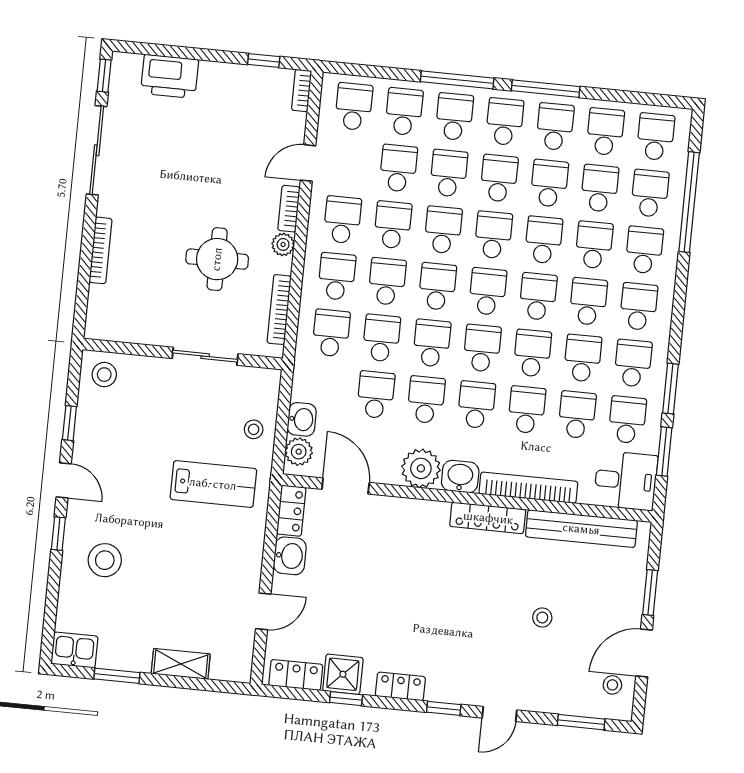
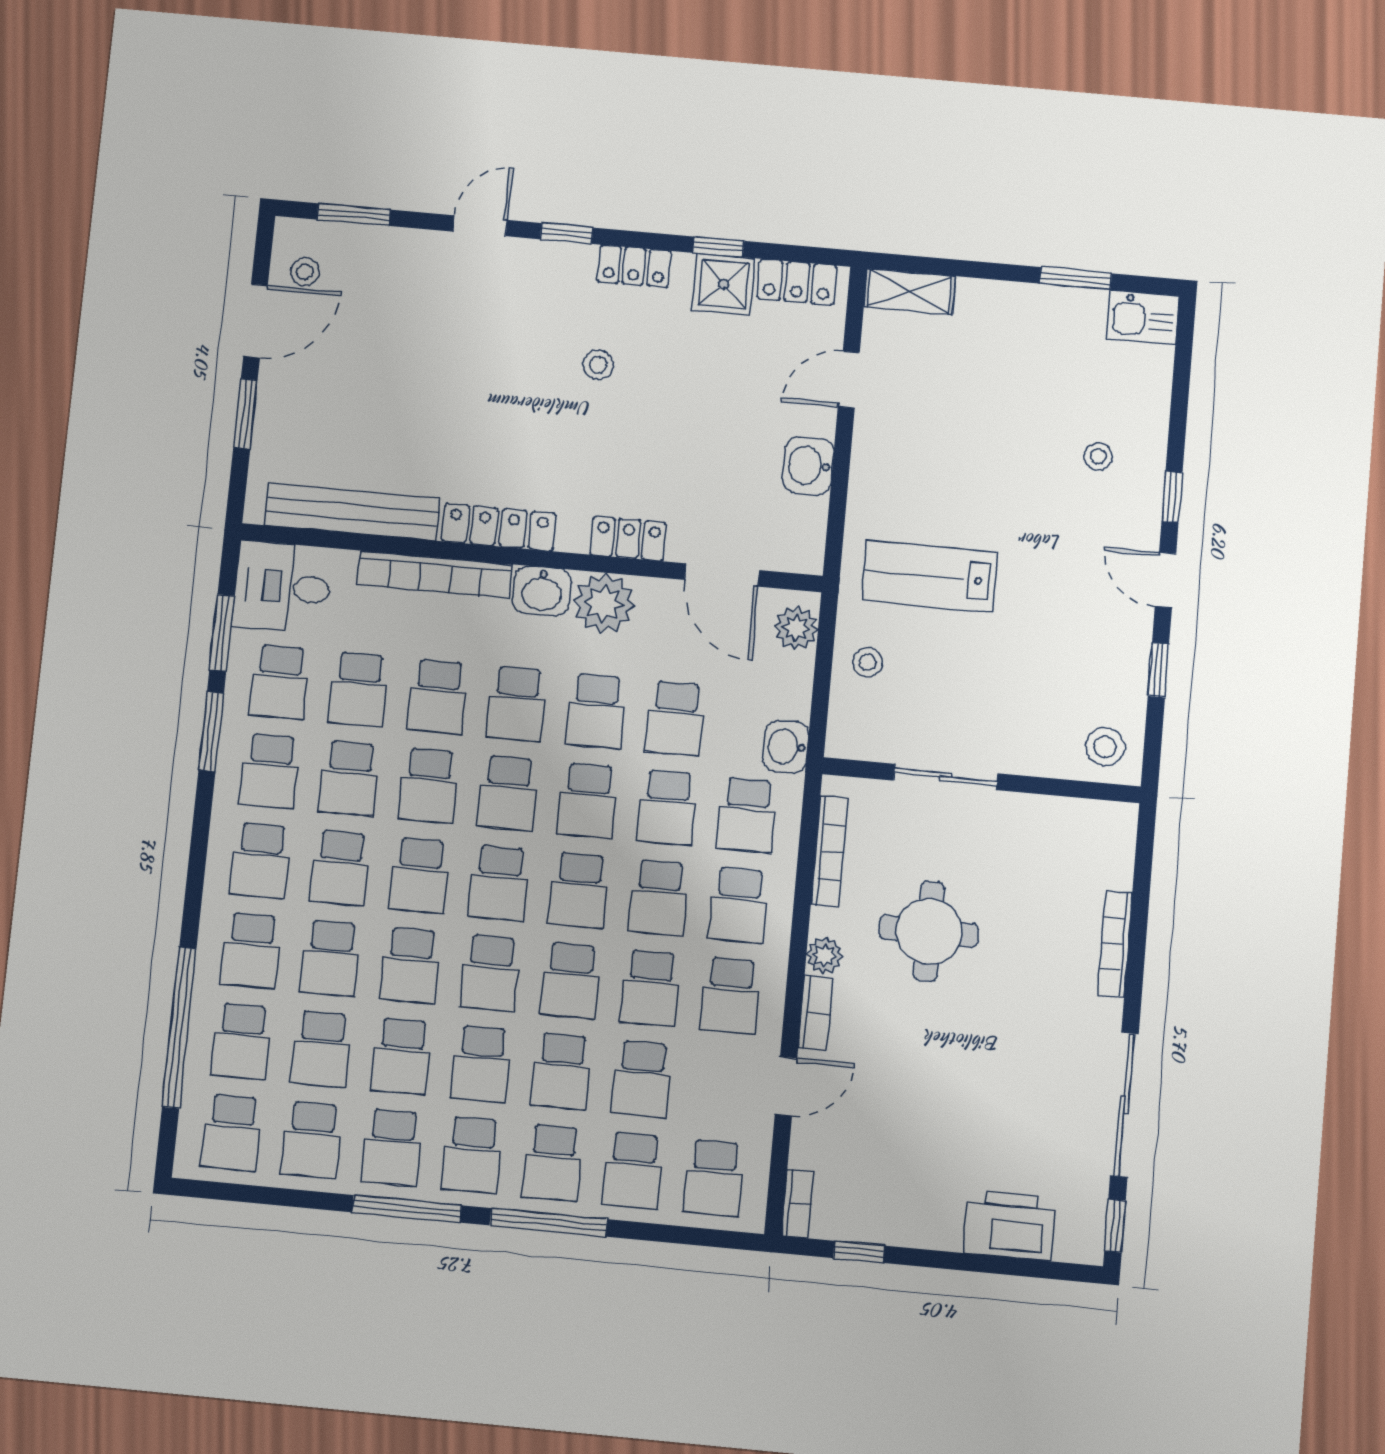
washbasin: (302, 419) -> (786, 747), moved
locker: (291, 511) -> (628, 539), moved, turned 90
stool: (105, 560) -> (1098, 456), width x0.53, depth x0.53
stool: (542, 617) -> (598, 365), moved
shelving: (181, 664) -> (909, 292), moved

